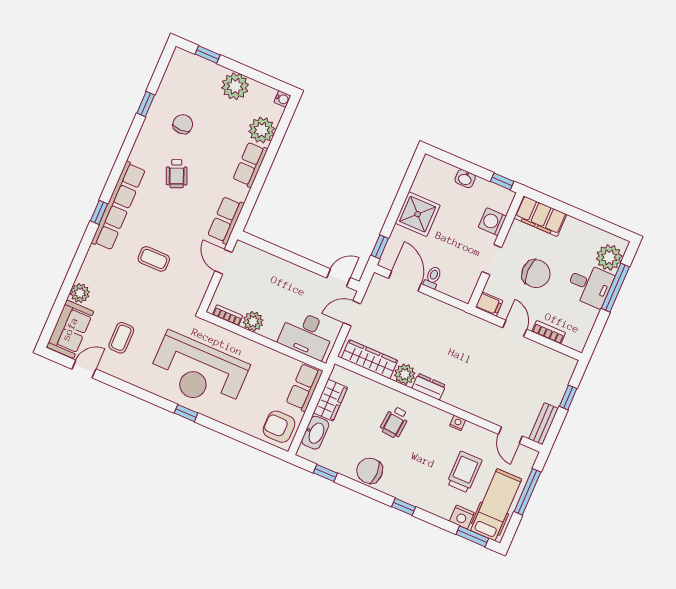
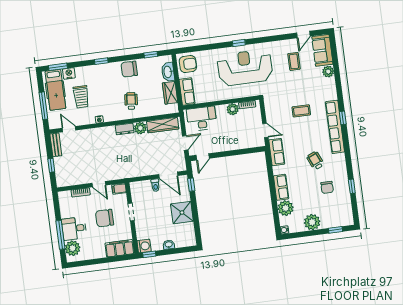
washing machine: (492, 222) -> (144, 246), moved
chair: (370, 471) -> (129, 69), turned 180

